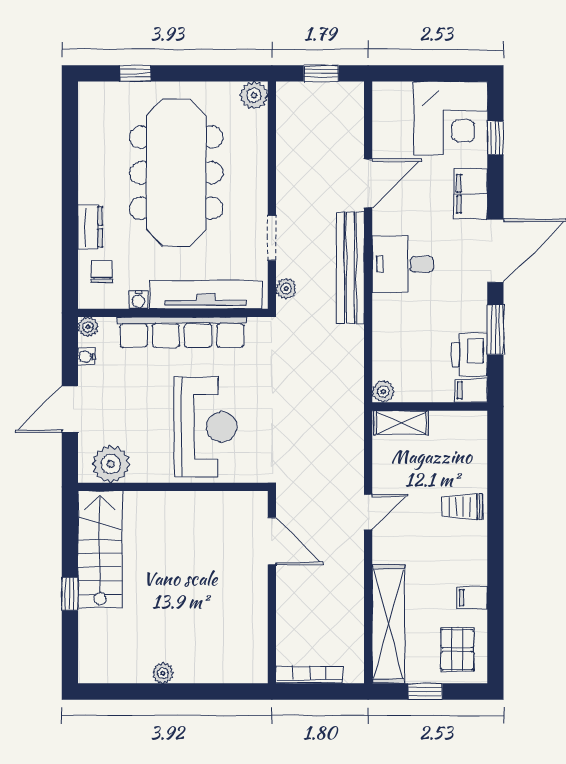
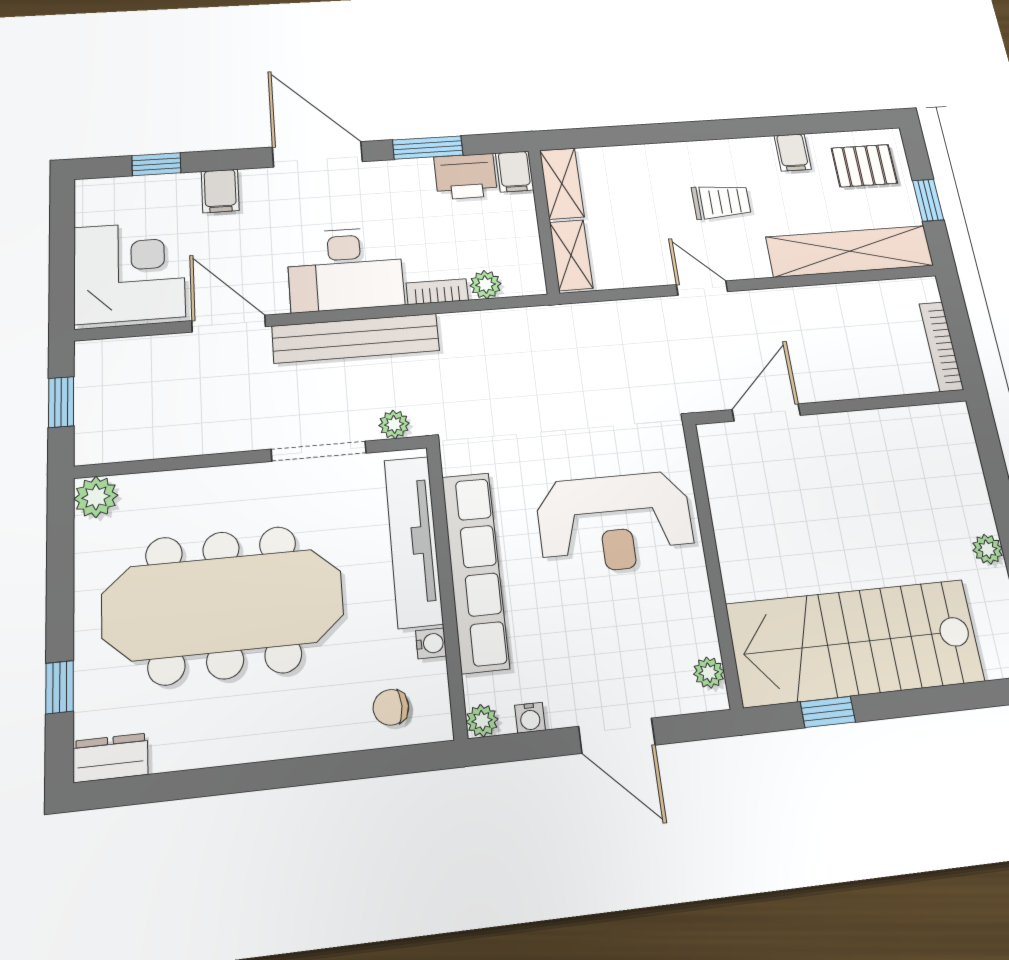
corner desk: (450, 118) -> (129, 272), moved
filing cabinet: (471, 194) -> (220, 191), width x0.50
dresser: (90, 227) -> (110, 758), moved
doorway: (272, 238) -> (319, 451), width x1.38
desk: (403, 264) -> (345, 269), width x1.37
bookcase: (381, 326) -> (437, 292), added
plant: (383, 391) -> (486, 285), moved
shelving: (459, 423) -> (562, 183), added
reception desk: (205, 427) -> (615, 522), turned 180
plant: (111, 464) -> (709, 673), width x0.53, depth x0.53
trolley: (462, 507) -> (721, 202), moved, turned -90
stairs: (100, 549) -> (855, 643), width x1.36, depth x1.51
window: (70, 594) -> (828, 712), moved

